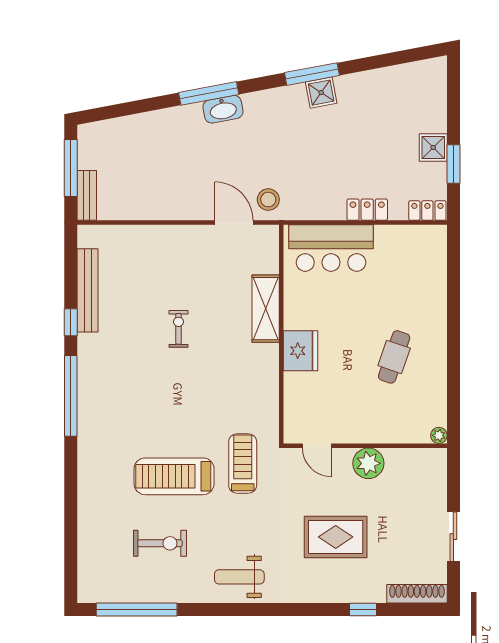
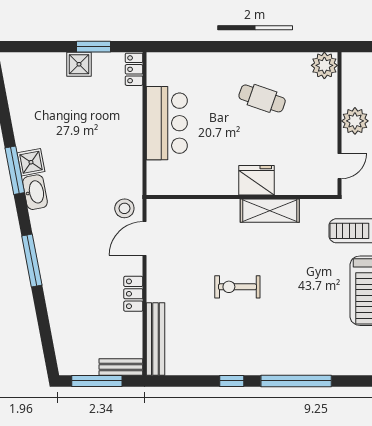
washbasin: (223, 109) -> (35, 192), moved
locker: (367, 210) -> (133, 294), moved
bar counter: (331, 248) -> (167, 123), moved
bench: (88, 290) -> (155, 339), moved, turned 90
shelving: (266, 309) -> (270, 211), moved
exercise bike: (179, 329) -> (237, 287), width x1.38, depth x1.39
plant: (439, 435) -> (324, 65), width x1.88, depth x1.88

